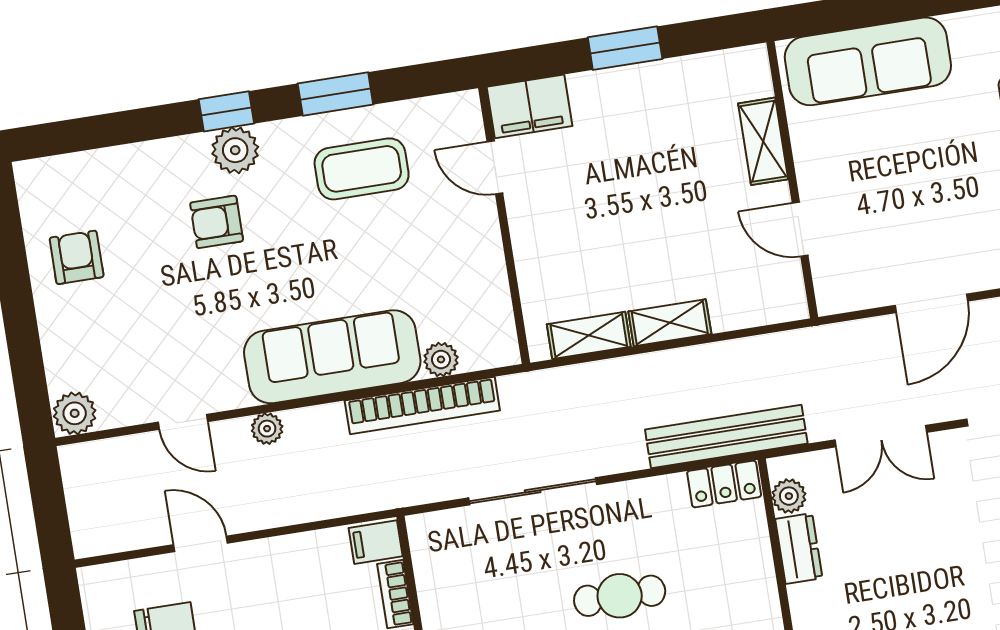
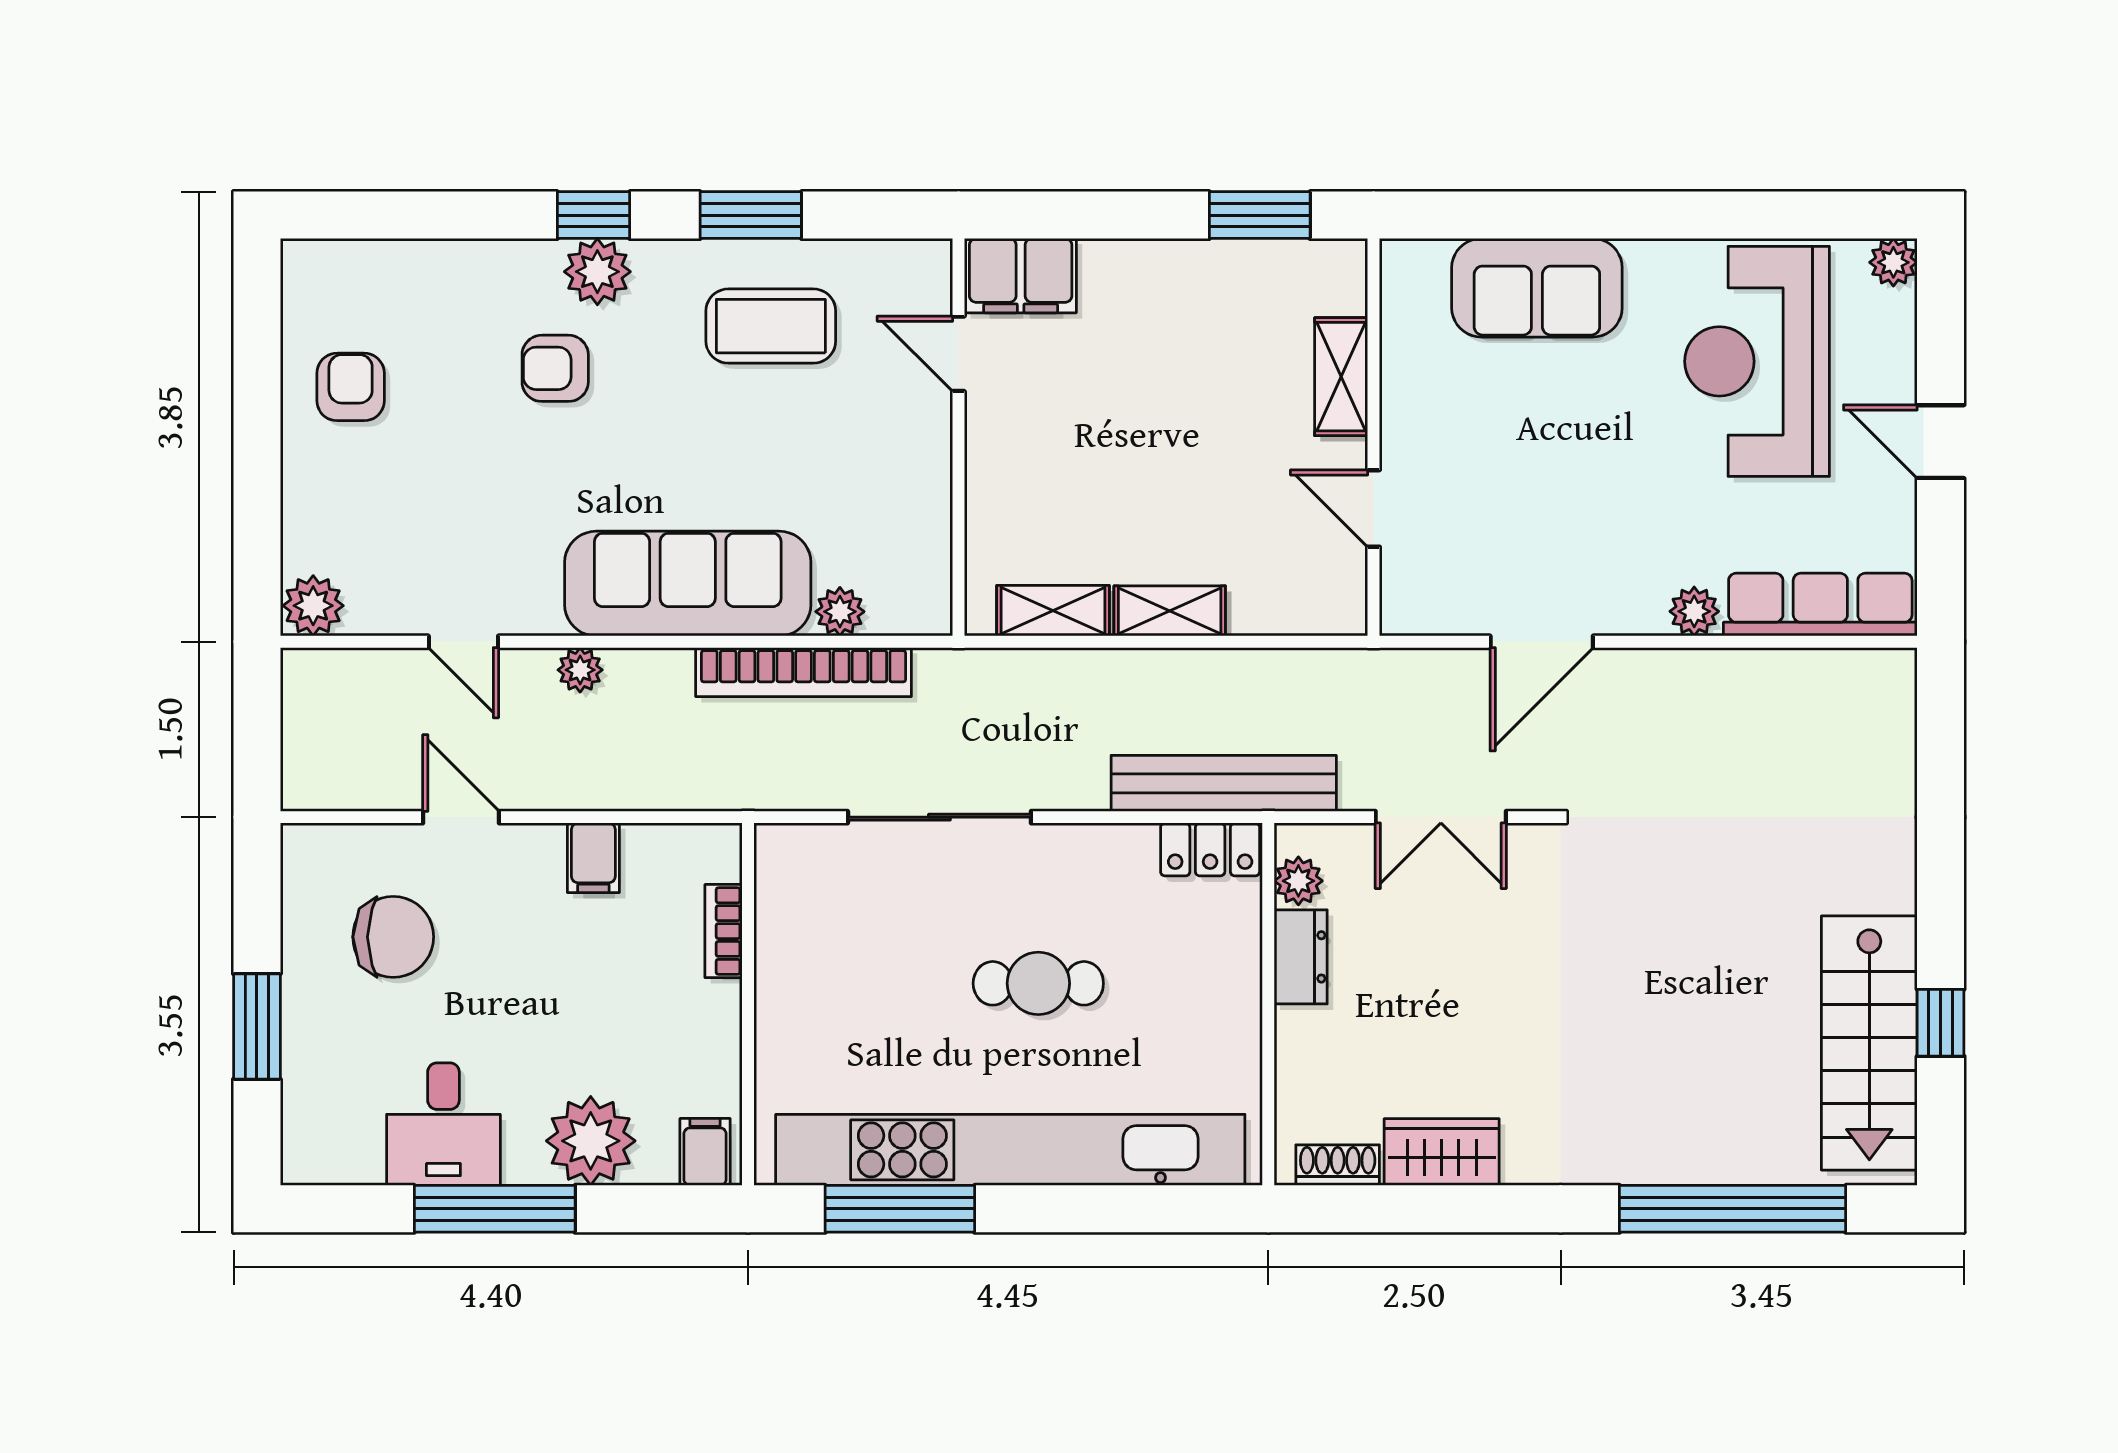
window: (625, 48) -> (1260, 215), moved
sofa: (868, 61) -> (1537, 288), width x0.73
filing cabinet: (376, 542) -> (593, 858), moved, turned -90

